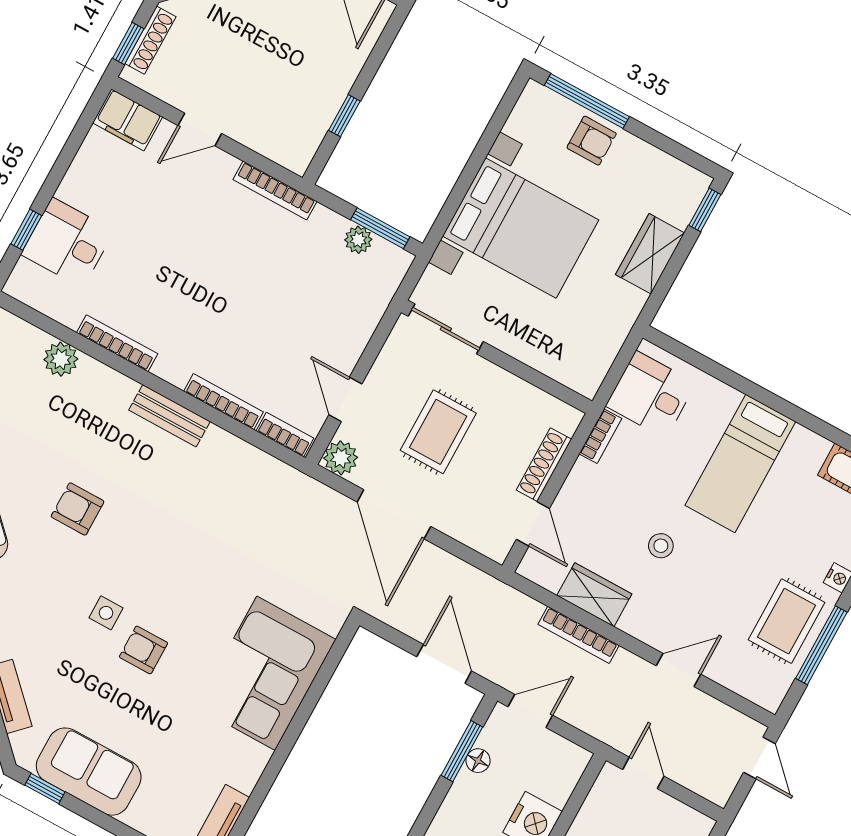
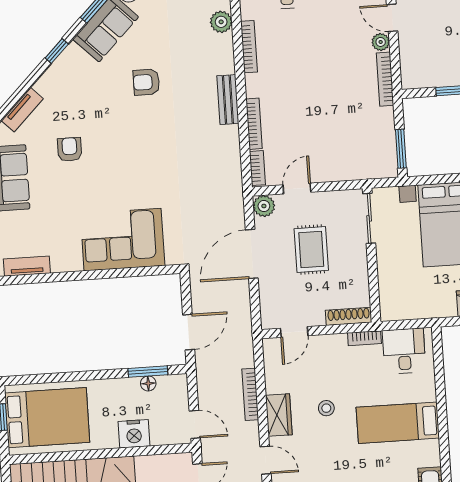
plant: (358, 240) -> (381, 42), moved
rug: (438, 432) -> (311, 250), turned 90
shoe rack: (544, 465) -> (349, 316), moved
armchair: (78, 509) -> (146, 82), turned -90
wardrobe: (594, 595) -> (279, 415), moved
side table: (106, 613) -> (100, 133), removed
armchair: (144, 650) -> (70, 149), moved
door: (530, 711) -> (195, 424), moved

